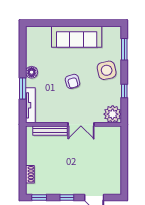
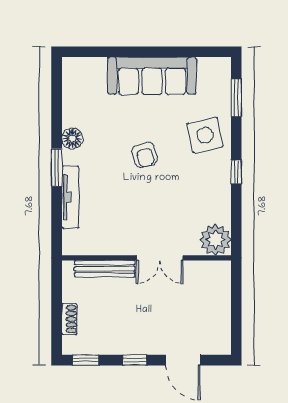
plant: (113, 114) -> (215, 240), moved
wall: (73, 124) -> (146, 258), moved
double door: (81, 124) -> (160, 258), moved
bench: (50, 131) -> (105, 269), moved

